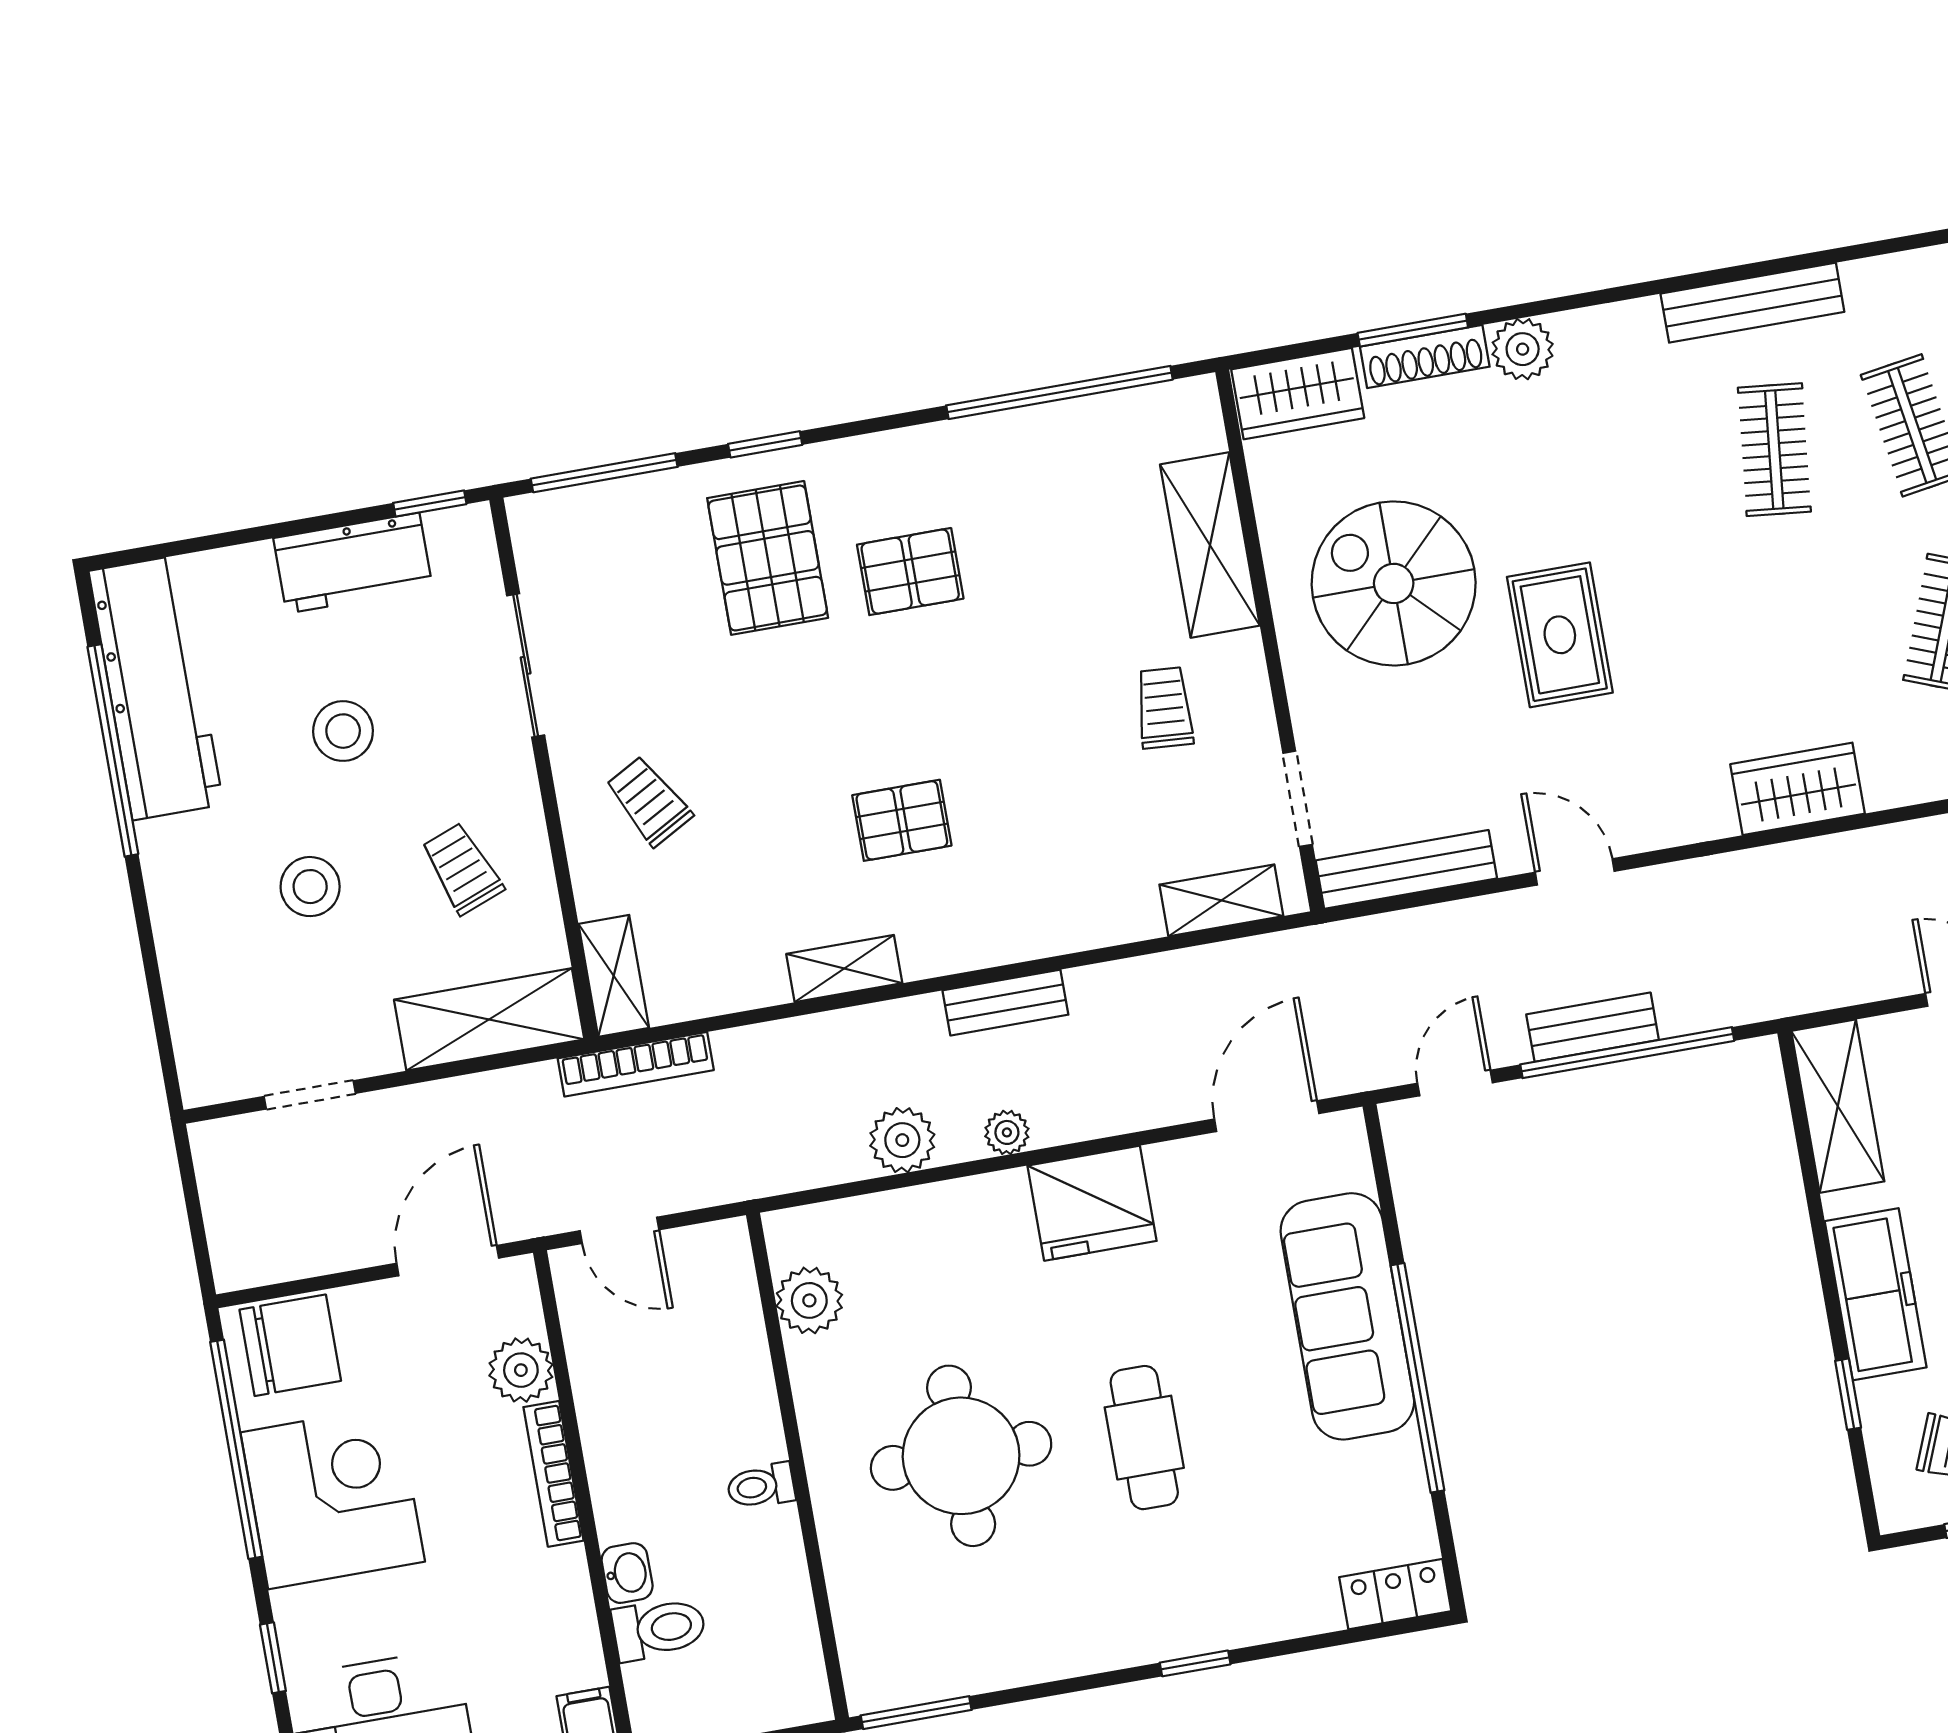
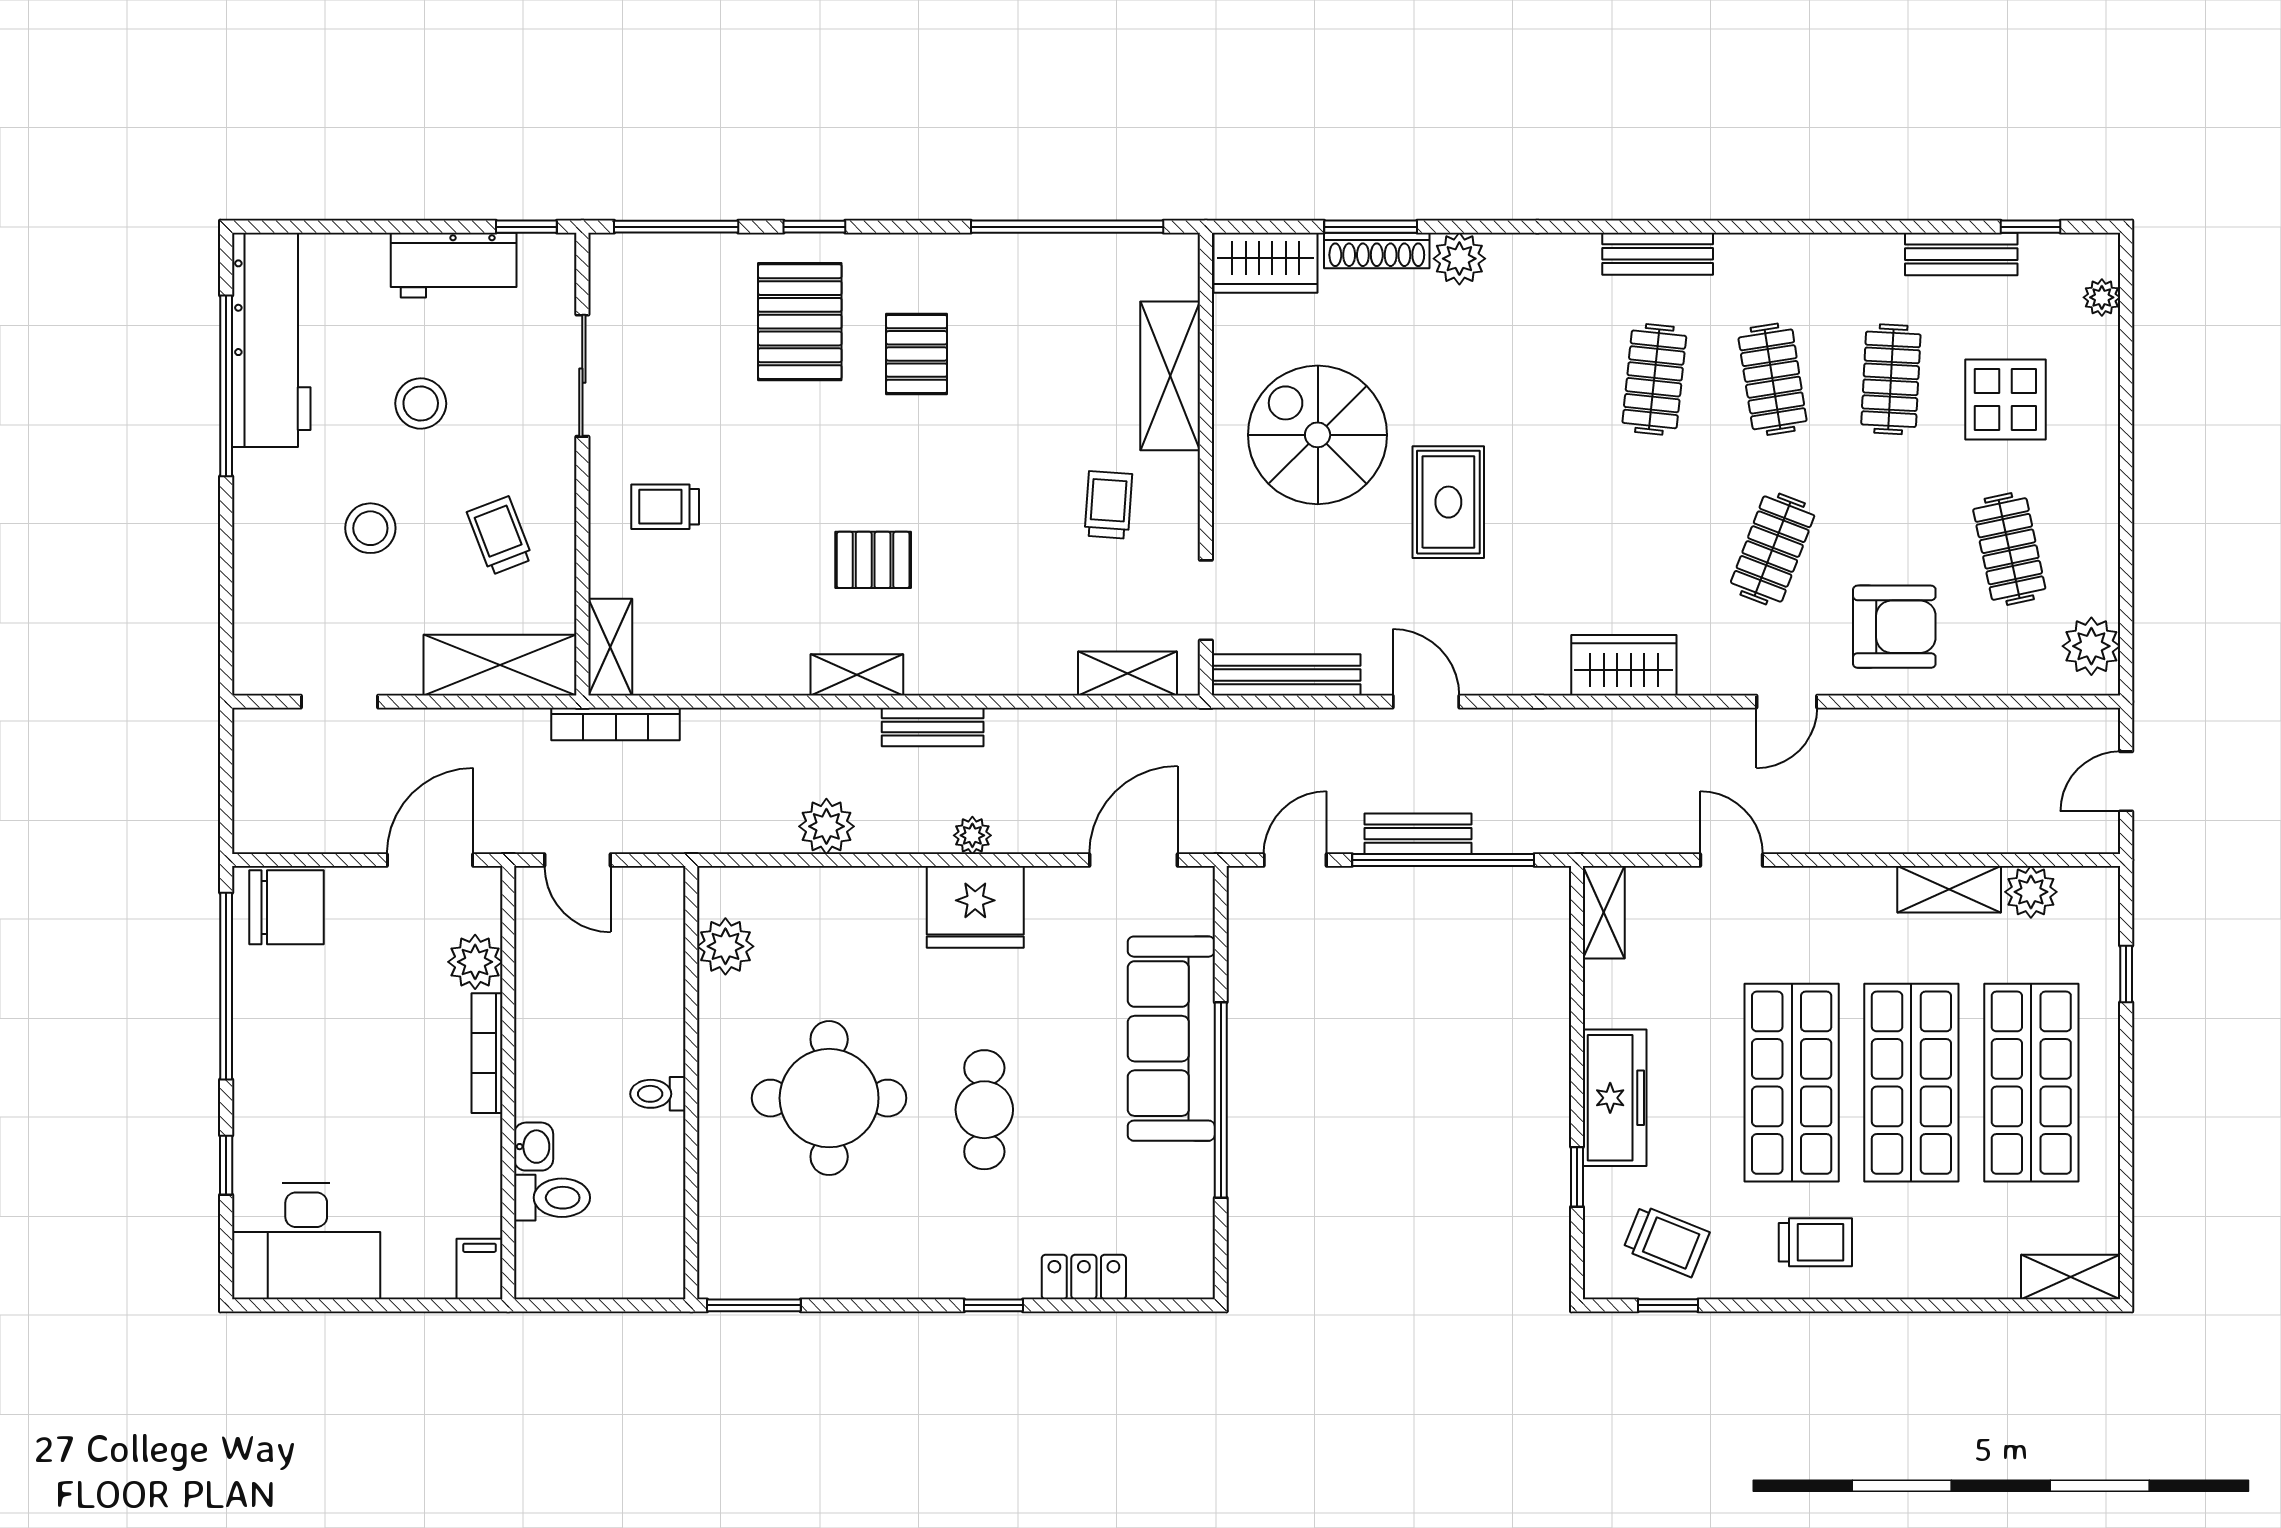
bench: (1752, 303) -> (1658, 254), width x0.73
pallet: (910, 572) -> (917, 354), turned 90
trolley: (649, 801) -> (665, 507), turned -61
shelving: (844, 969) -> (857, 675), moved
shelving: (1838, 1106) -> (1604, 912), width x0.67, depth x0.75
plant: (1007, 1132) -> (972, 835), moved
corner desk: (333, 1497) -> (300, 1040), removed
locker: (1395, 1594) -> (1084, 1277), moved

